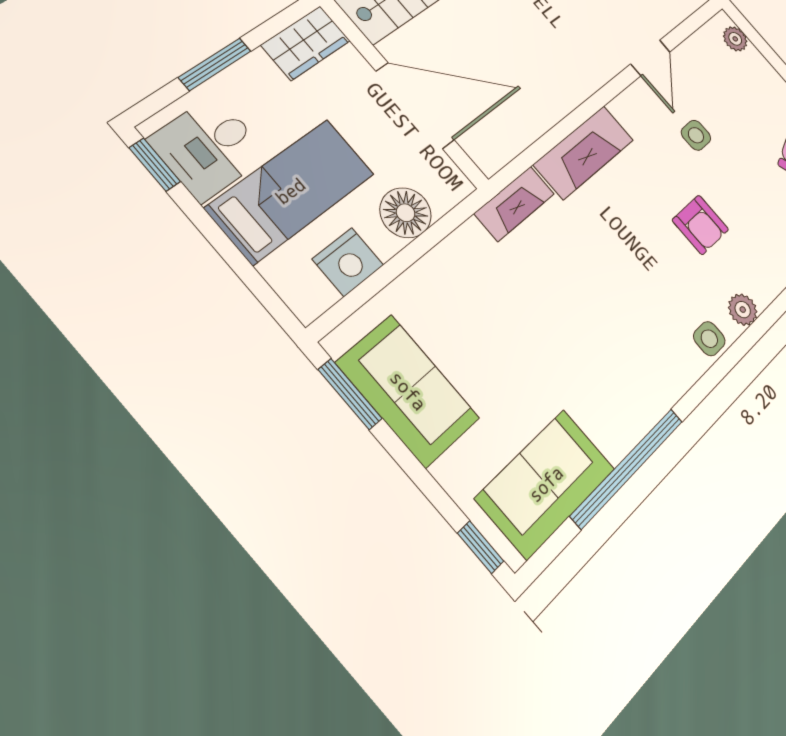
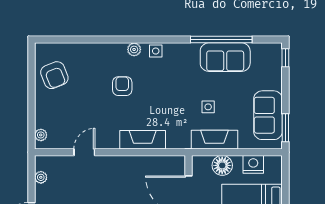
side table: (696, 135) -> (208, 107), moved
fireplace: (514, 204) -> (214, 140), moved, width x1.37, depth x1.32
sofa: (546, 484) -> (225, 57), moved

